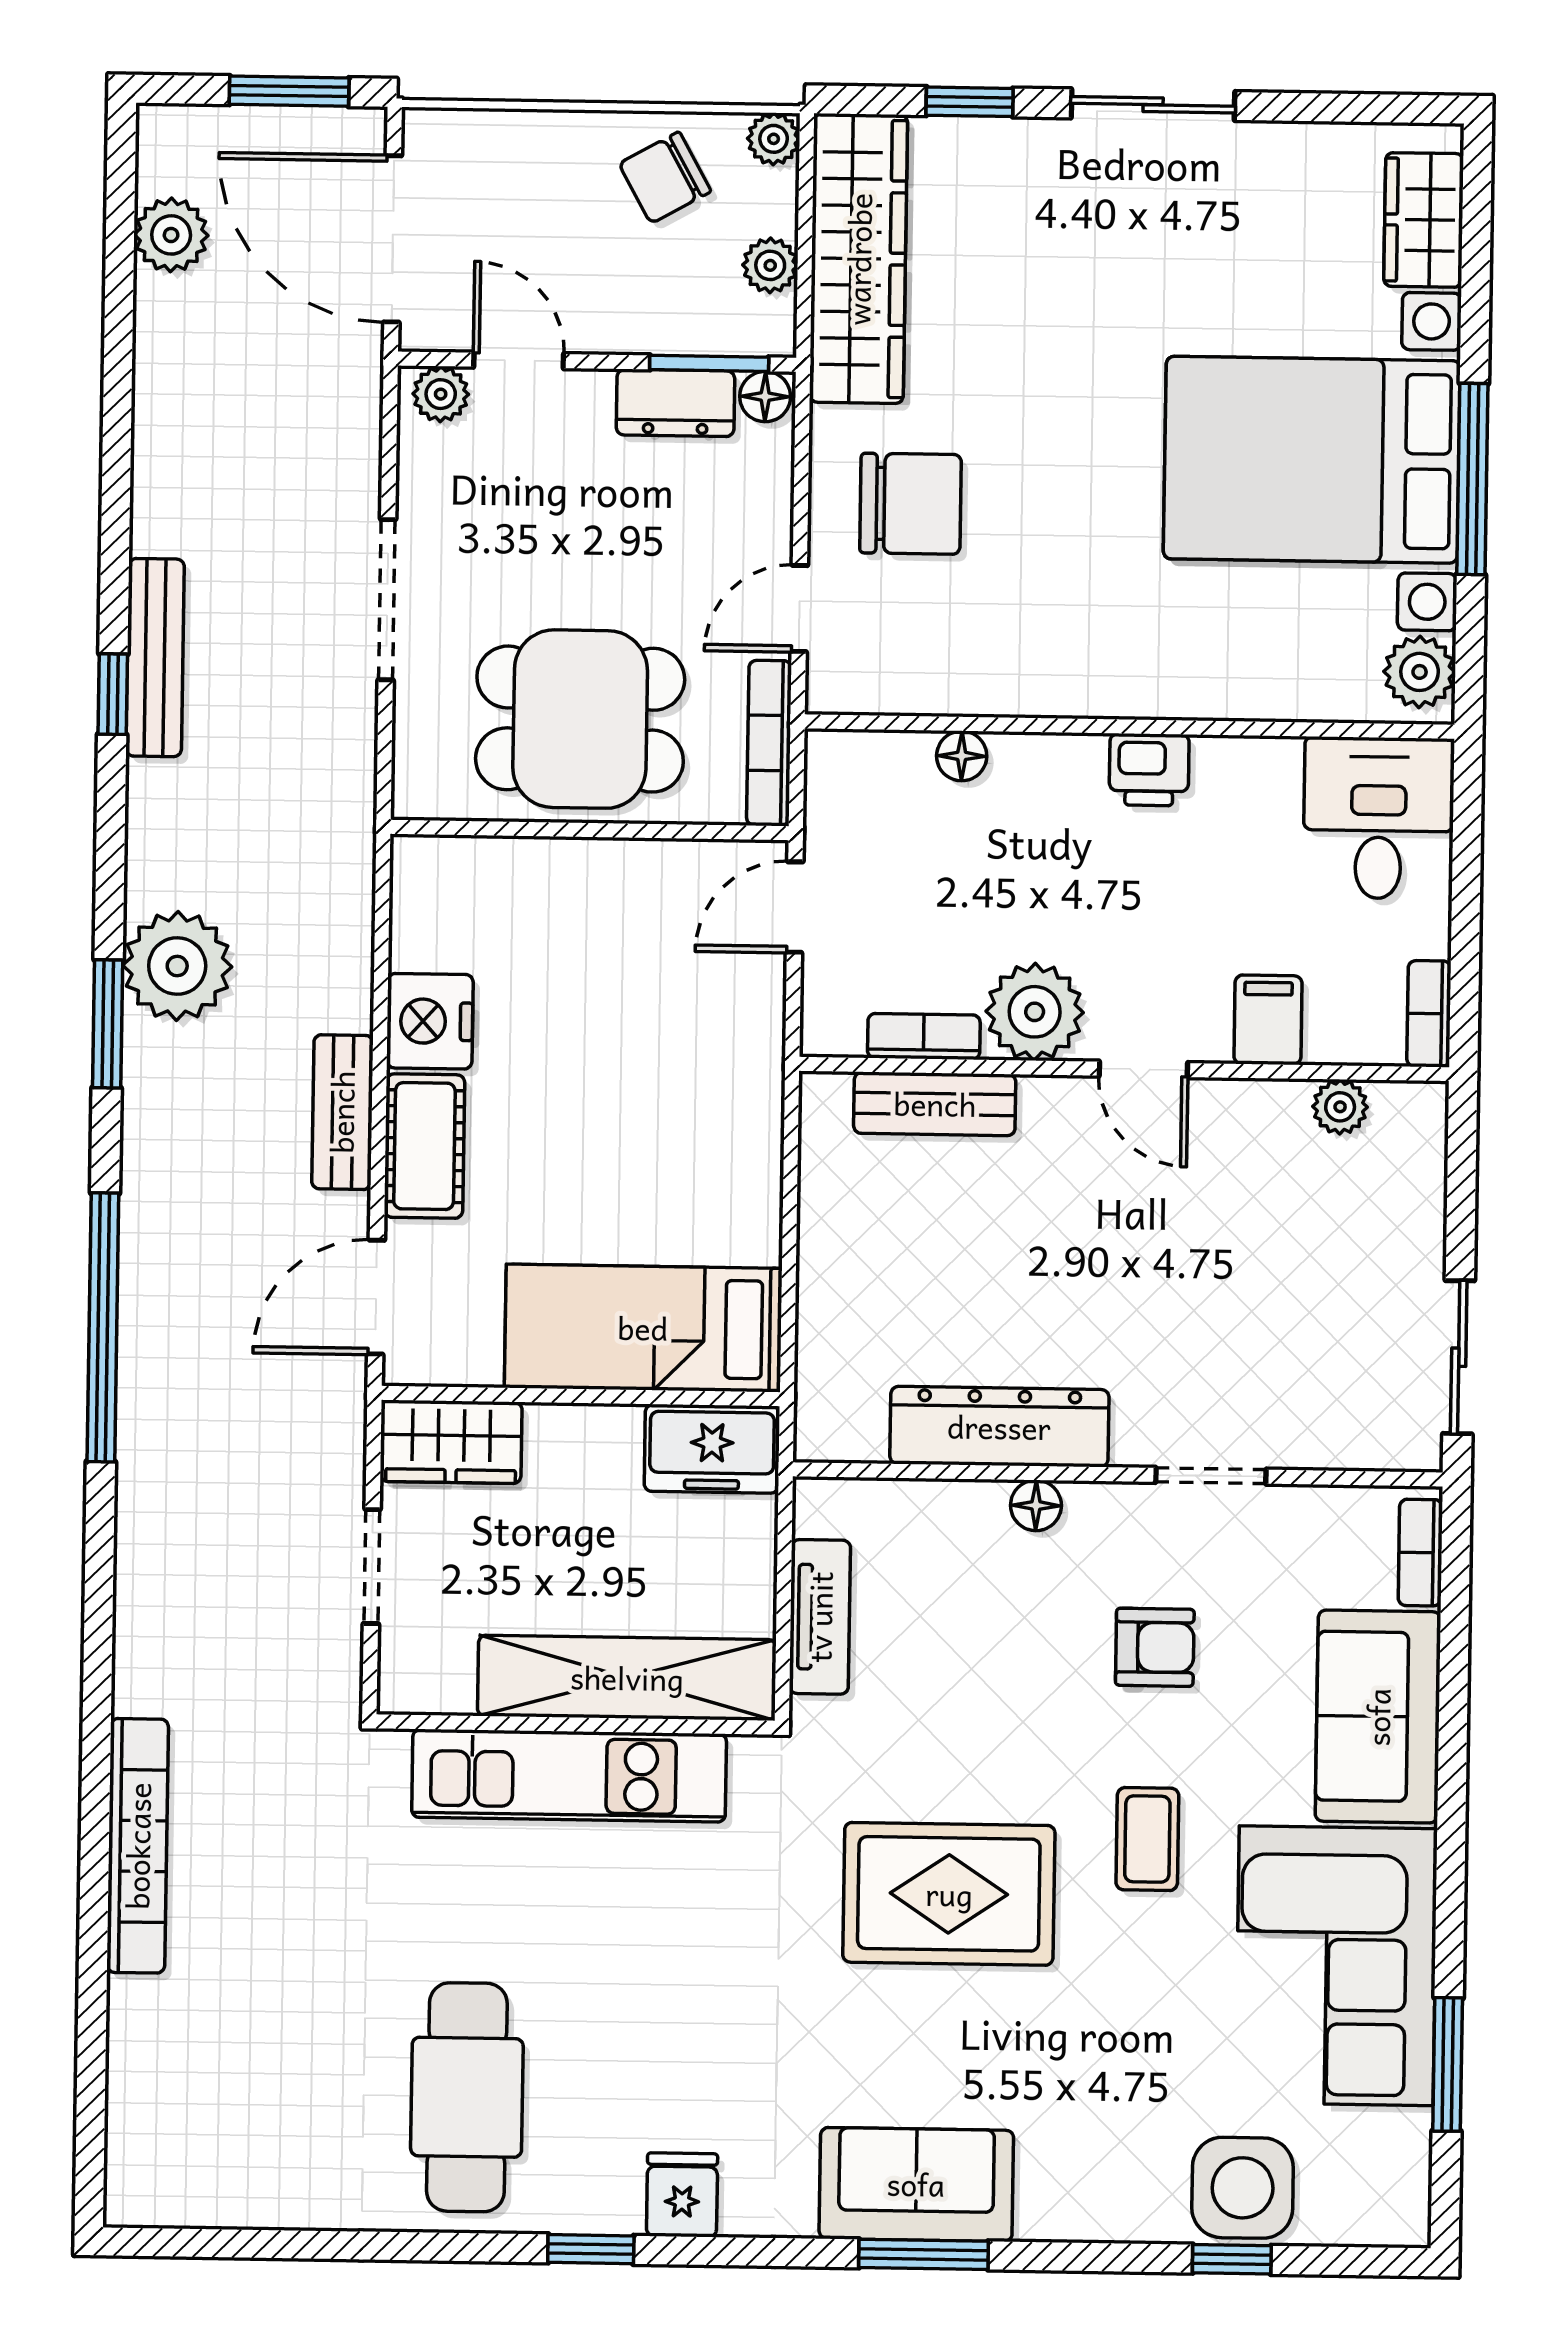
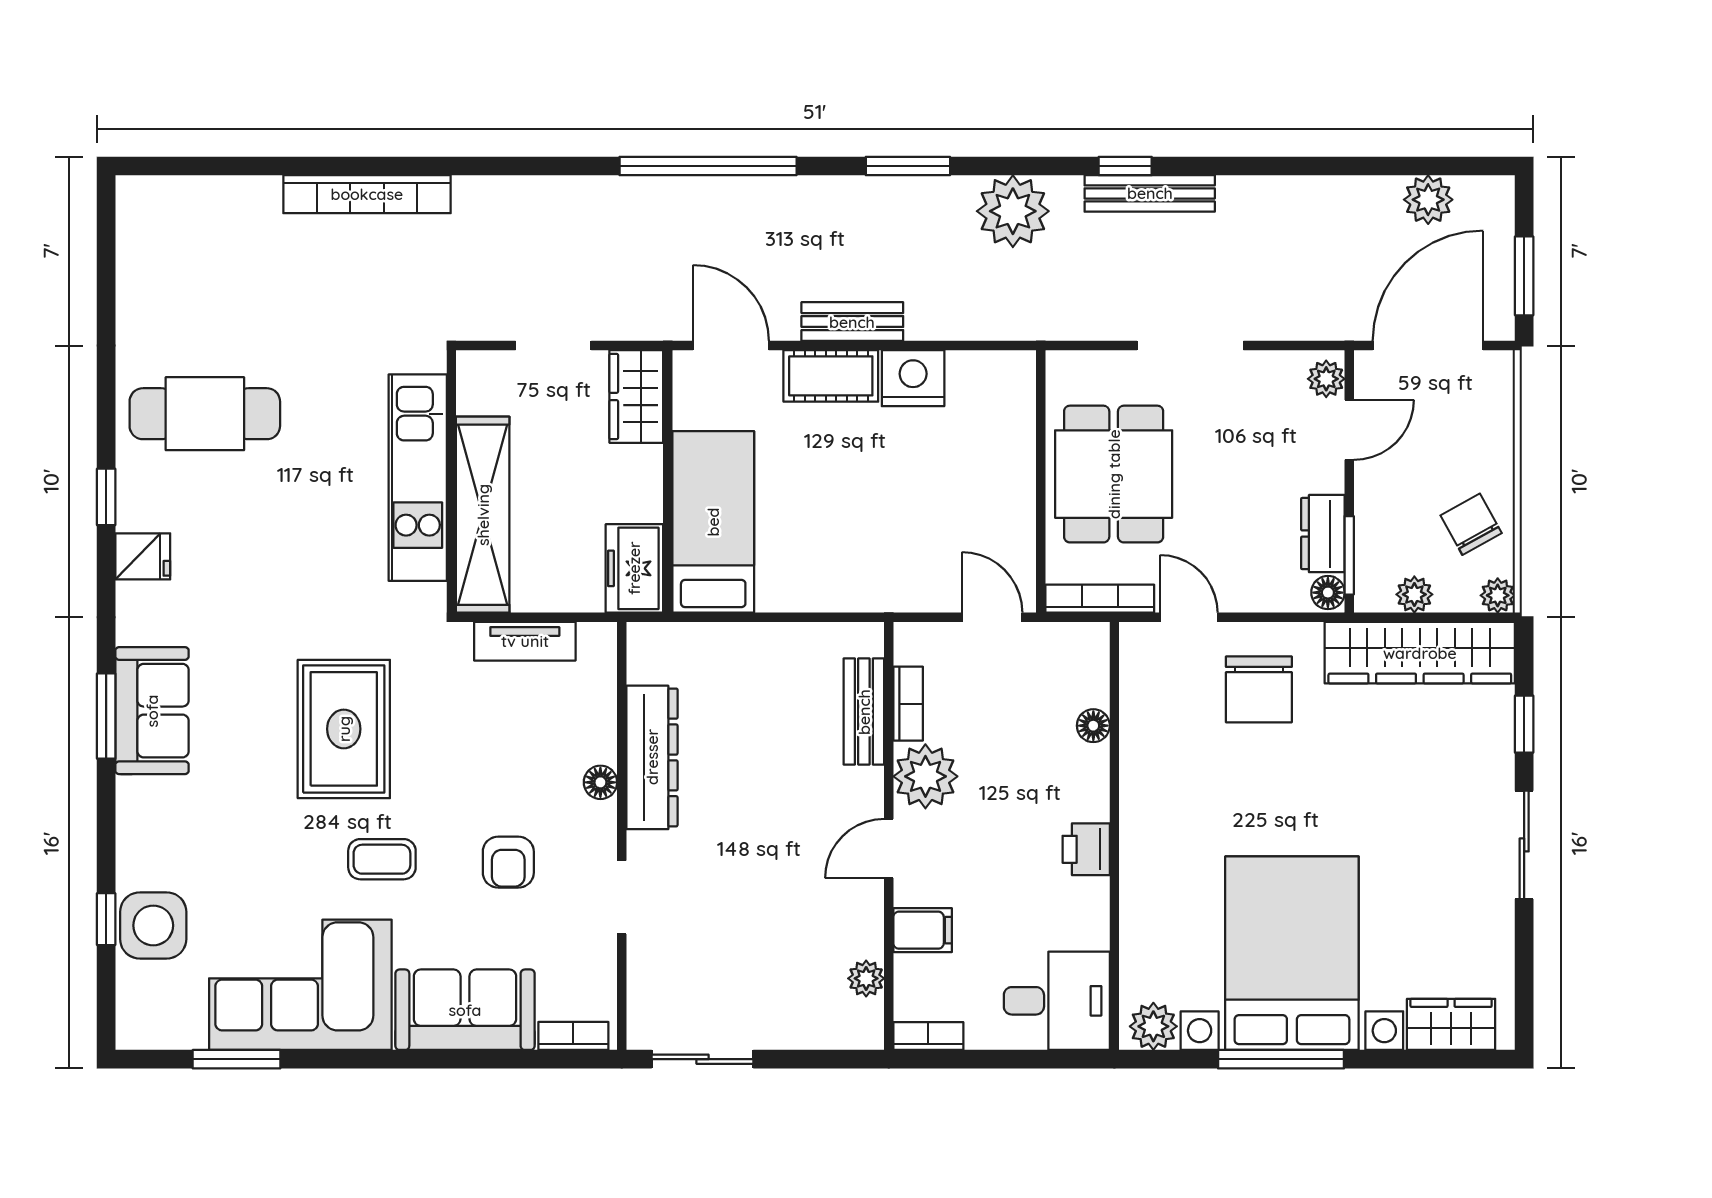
plant: (177, 966) -> (1013, 211), moved

